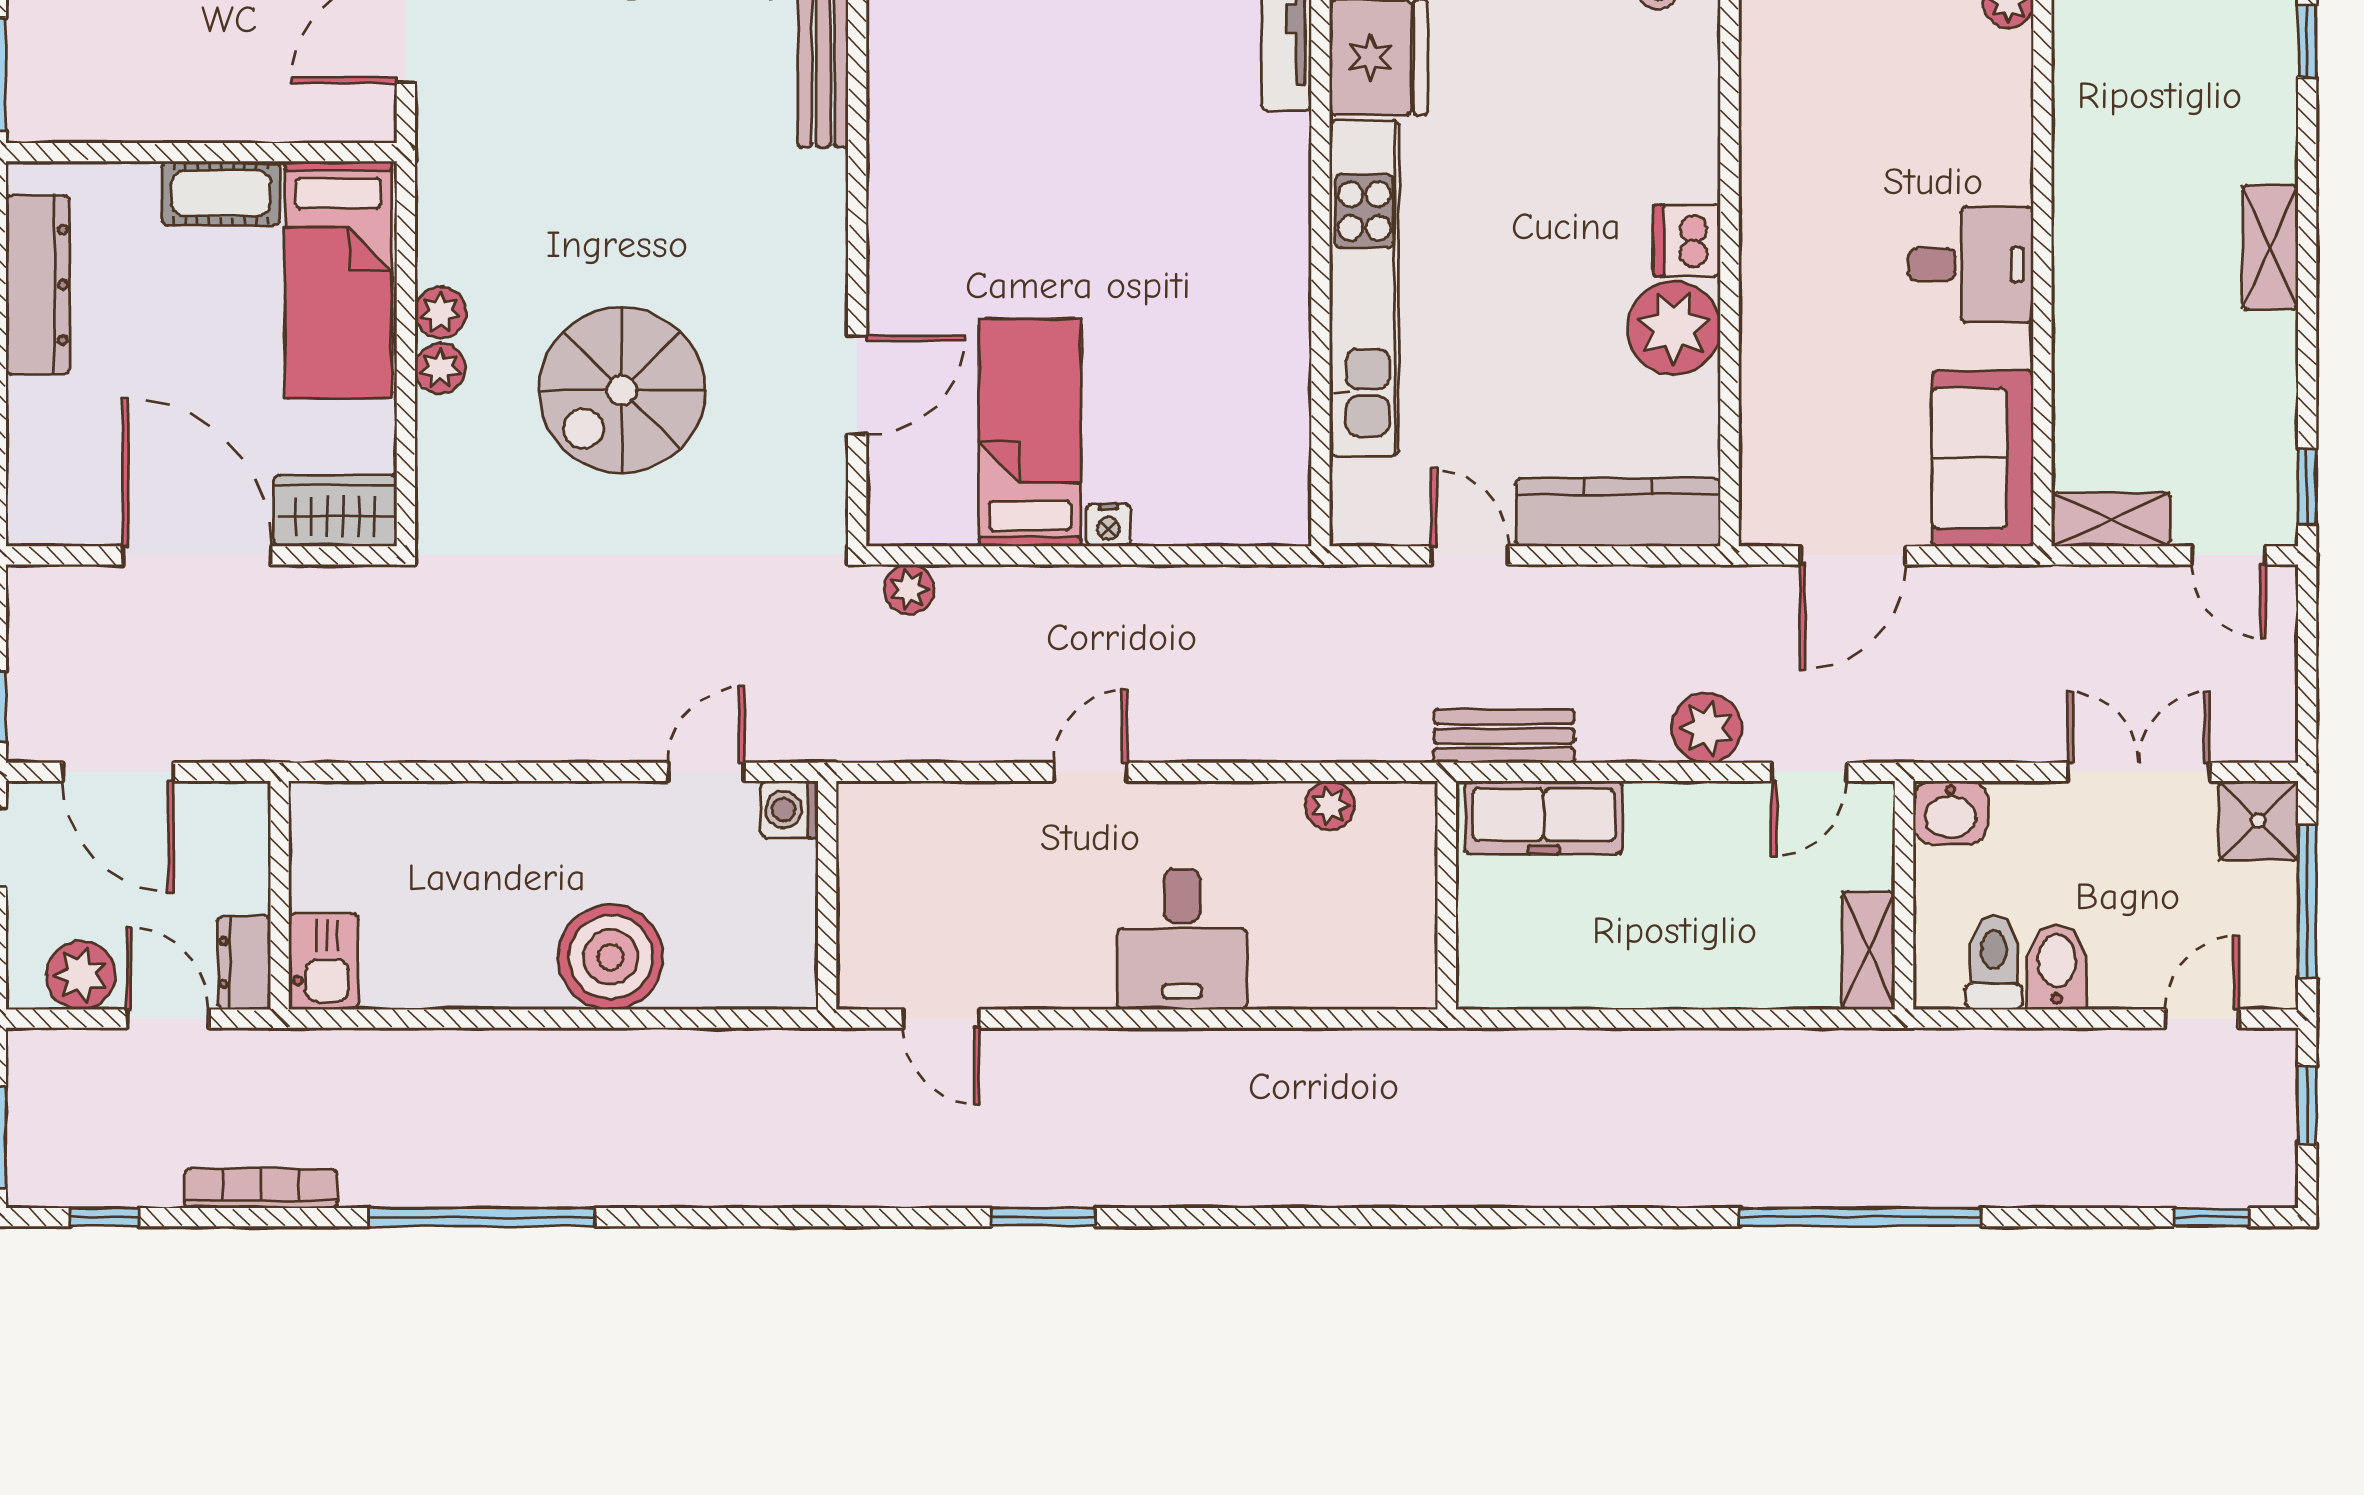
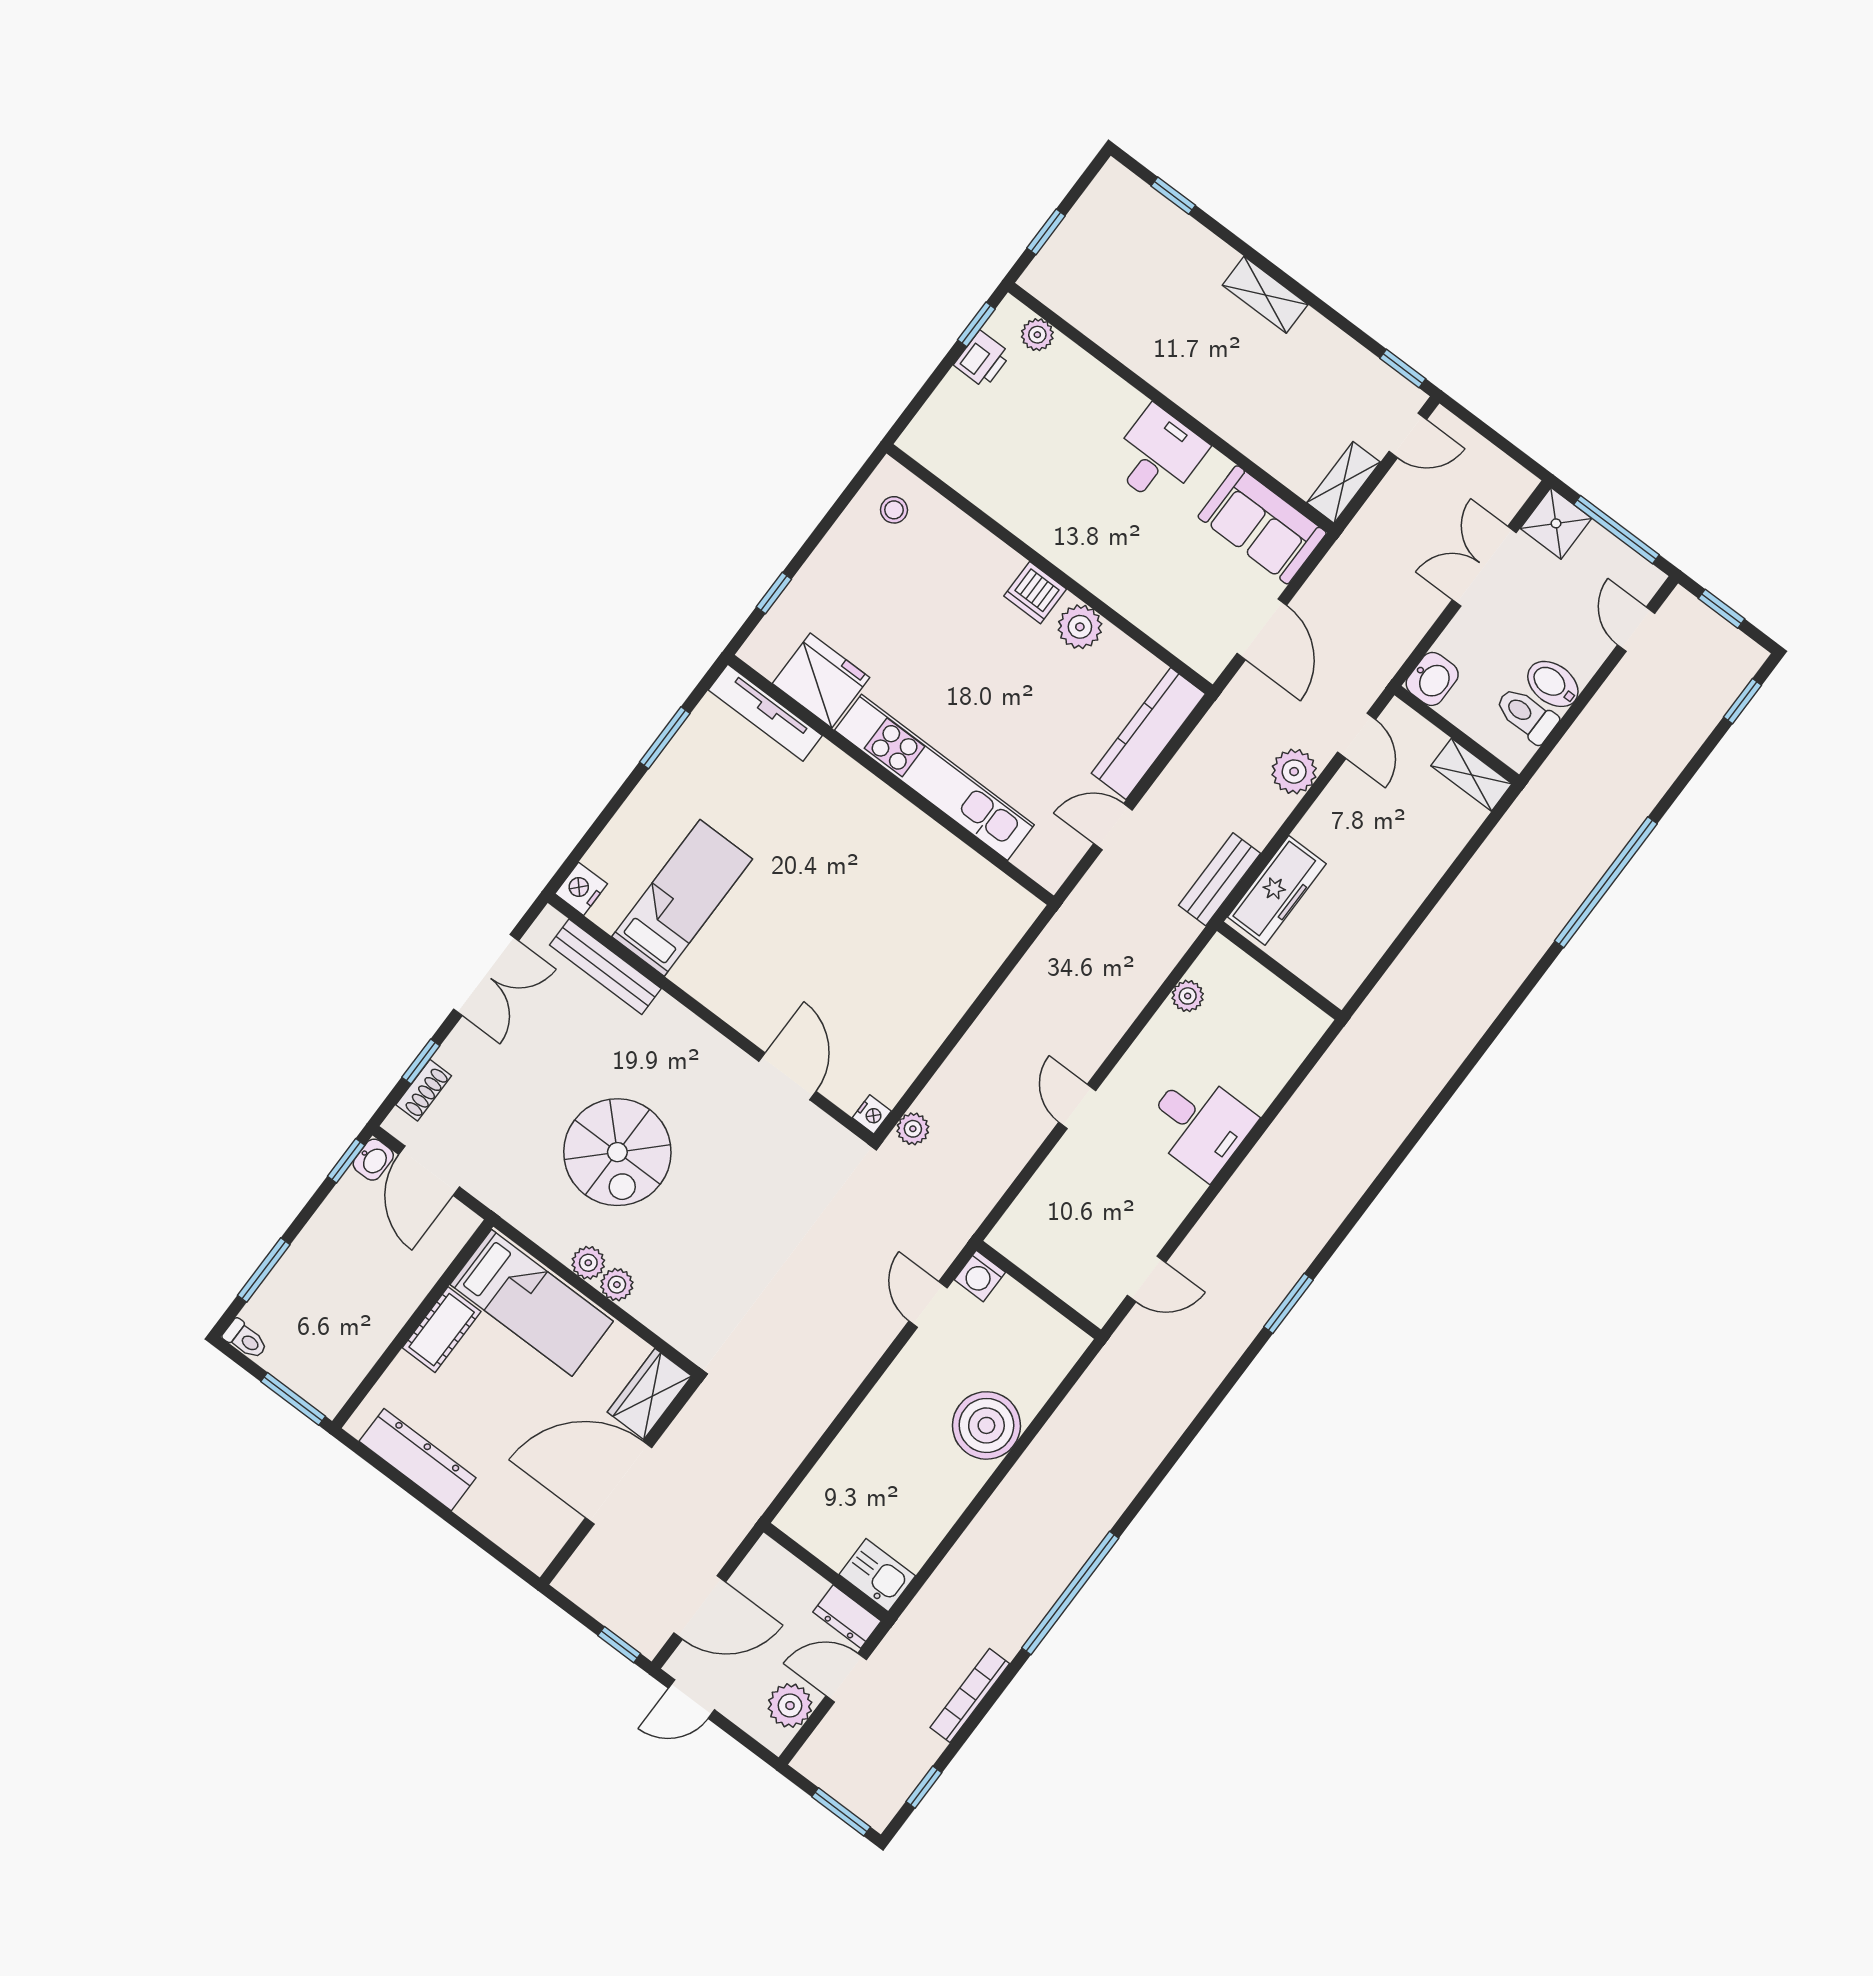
plant: (1674, 328) -> (1080, 627), width x0.73, depth x0.73
spiral stairs: (622, 390) -> (617, 1152), moved
bed: (1030, 433) -> (682, 898), moved, turned 90
nightstand: (1108, 525) -> (872, 1114), moved

